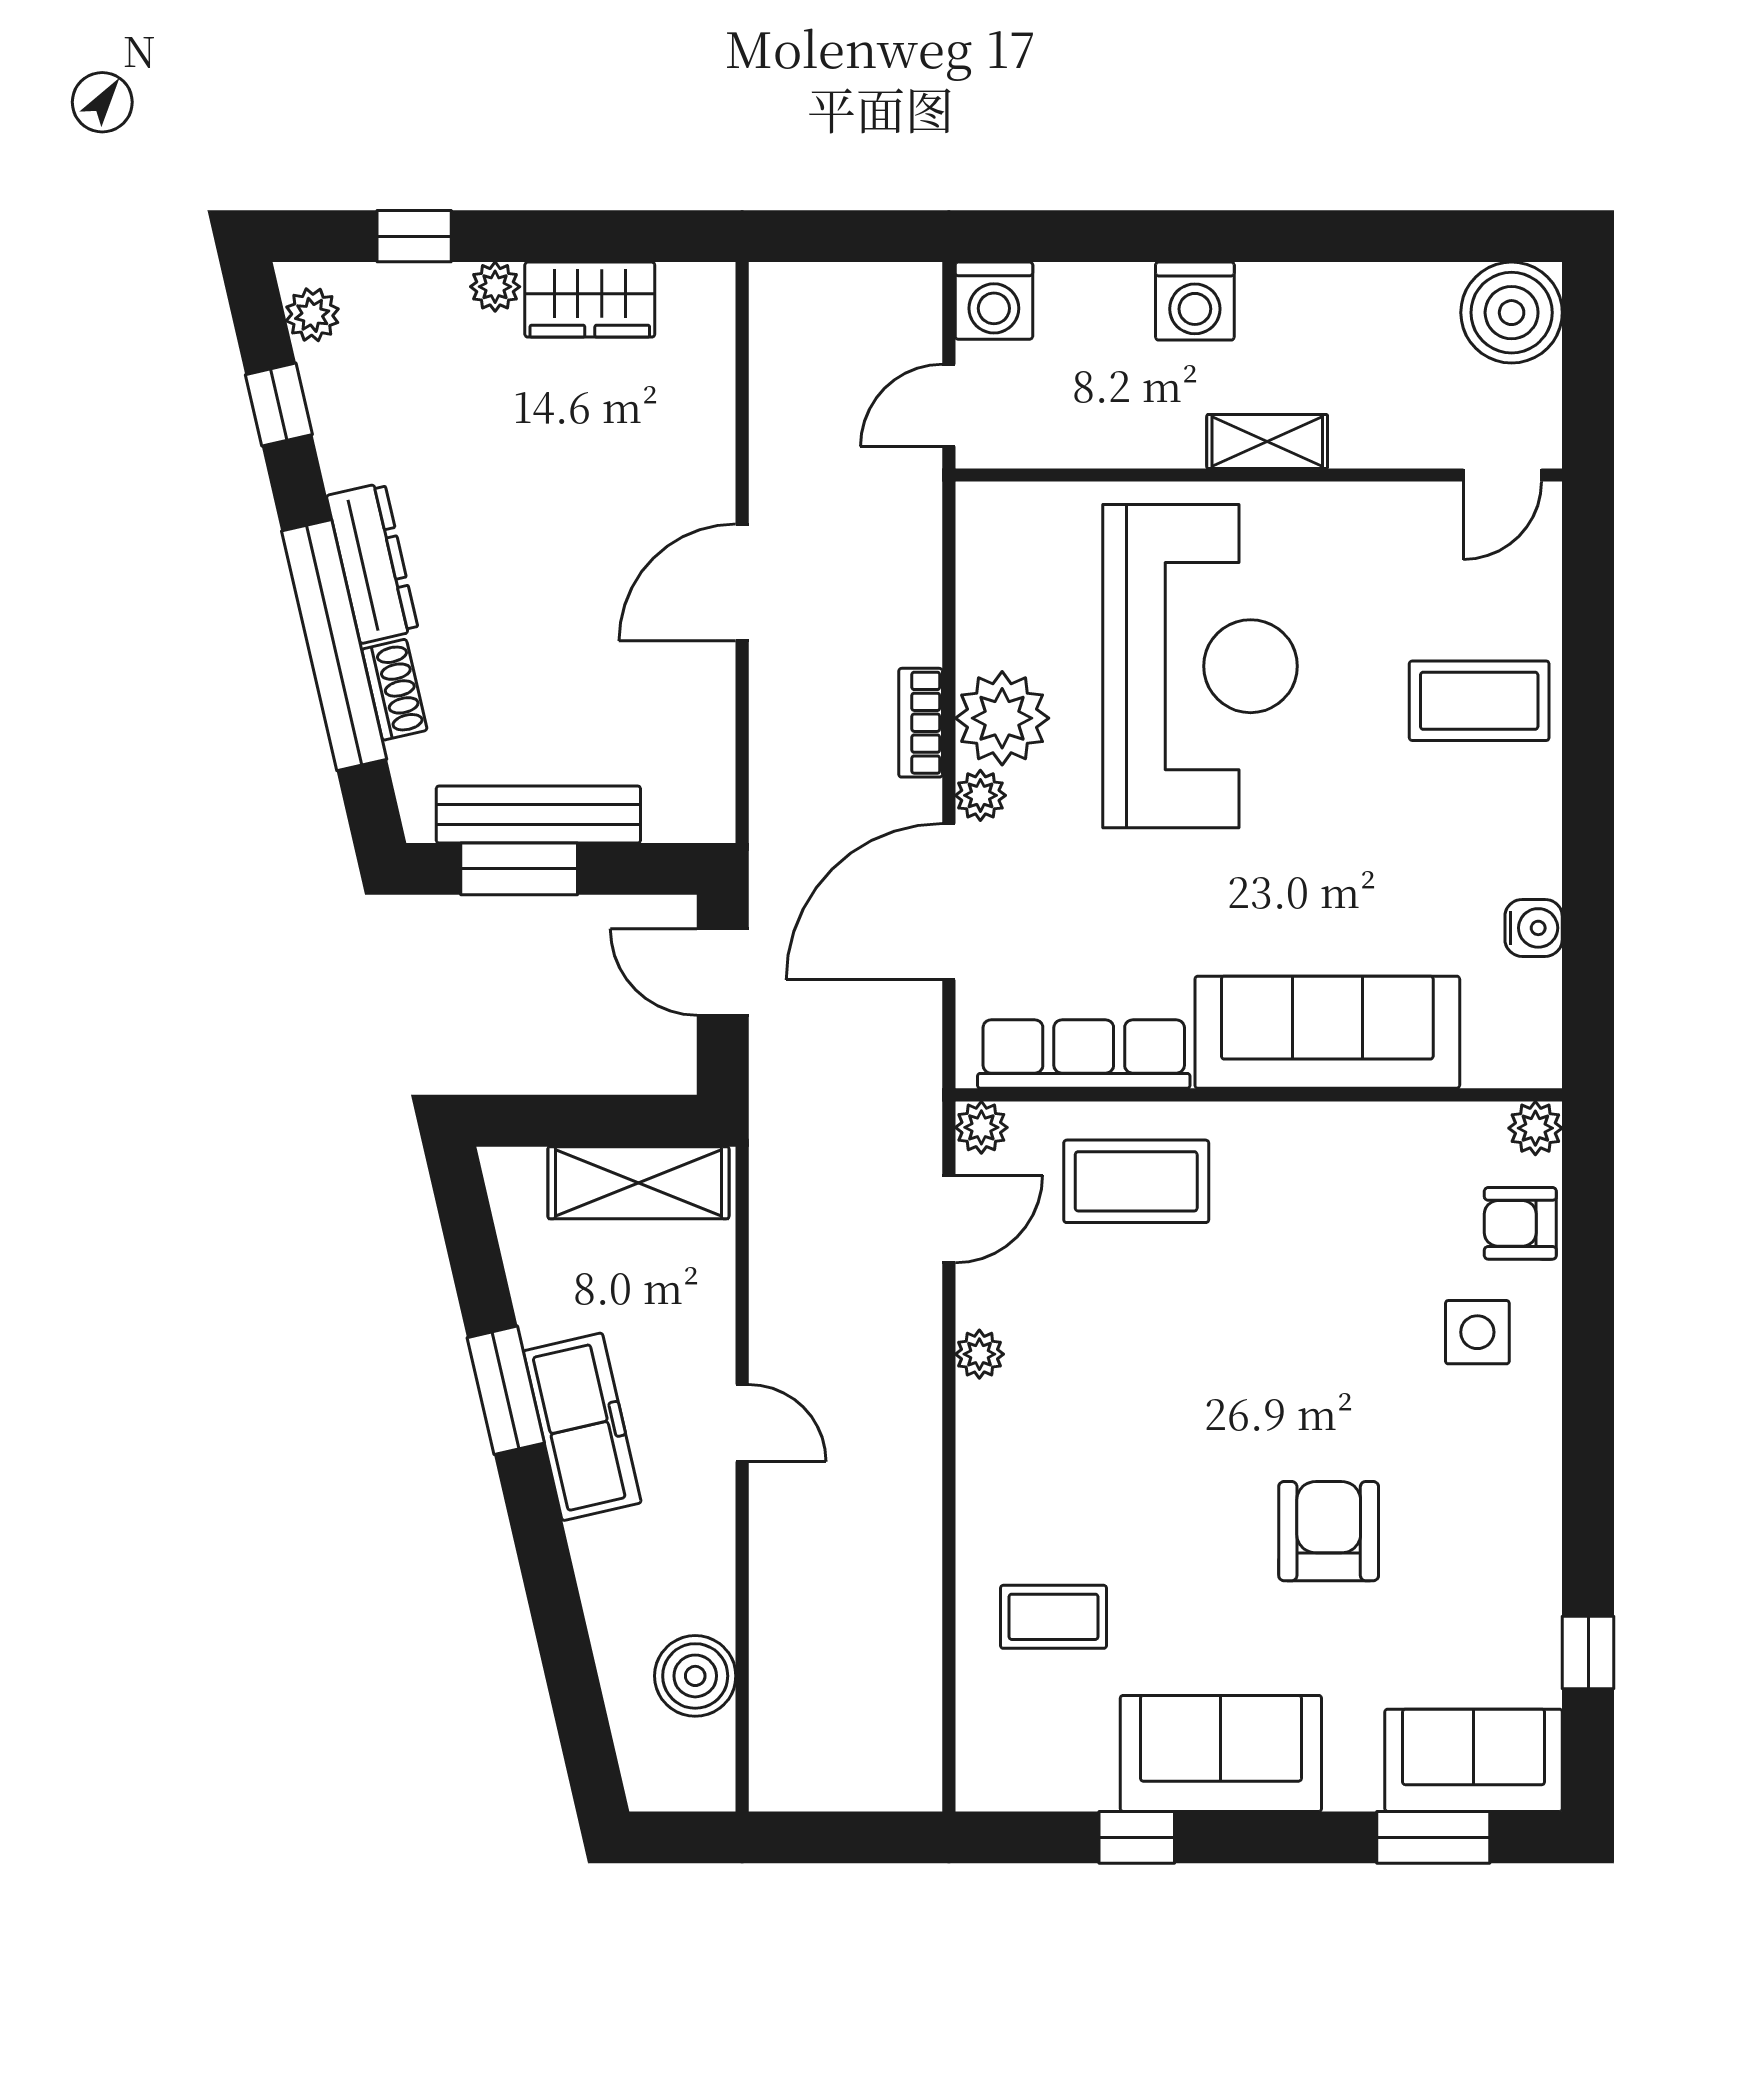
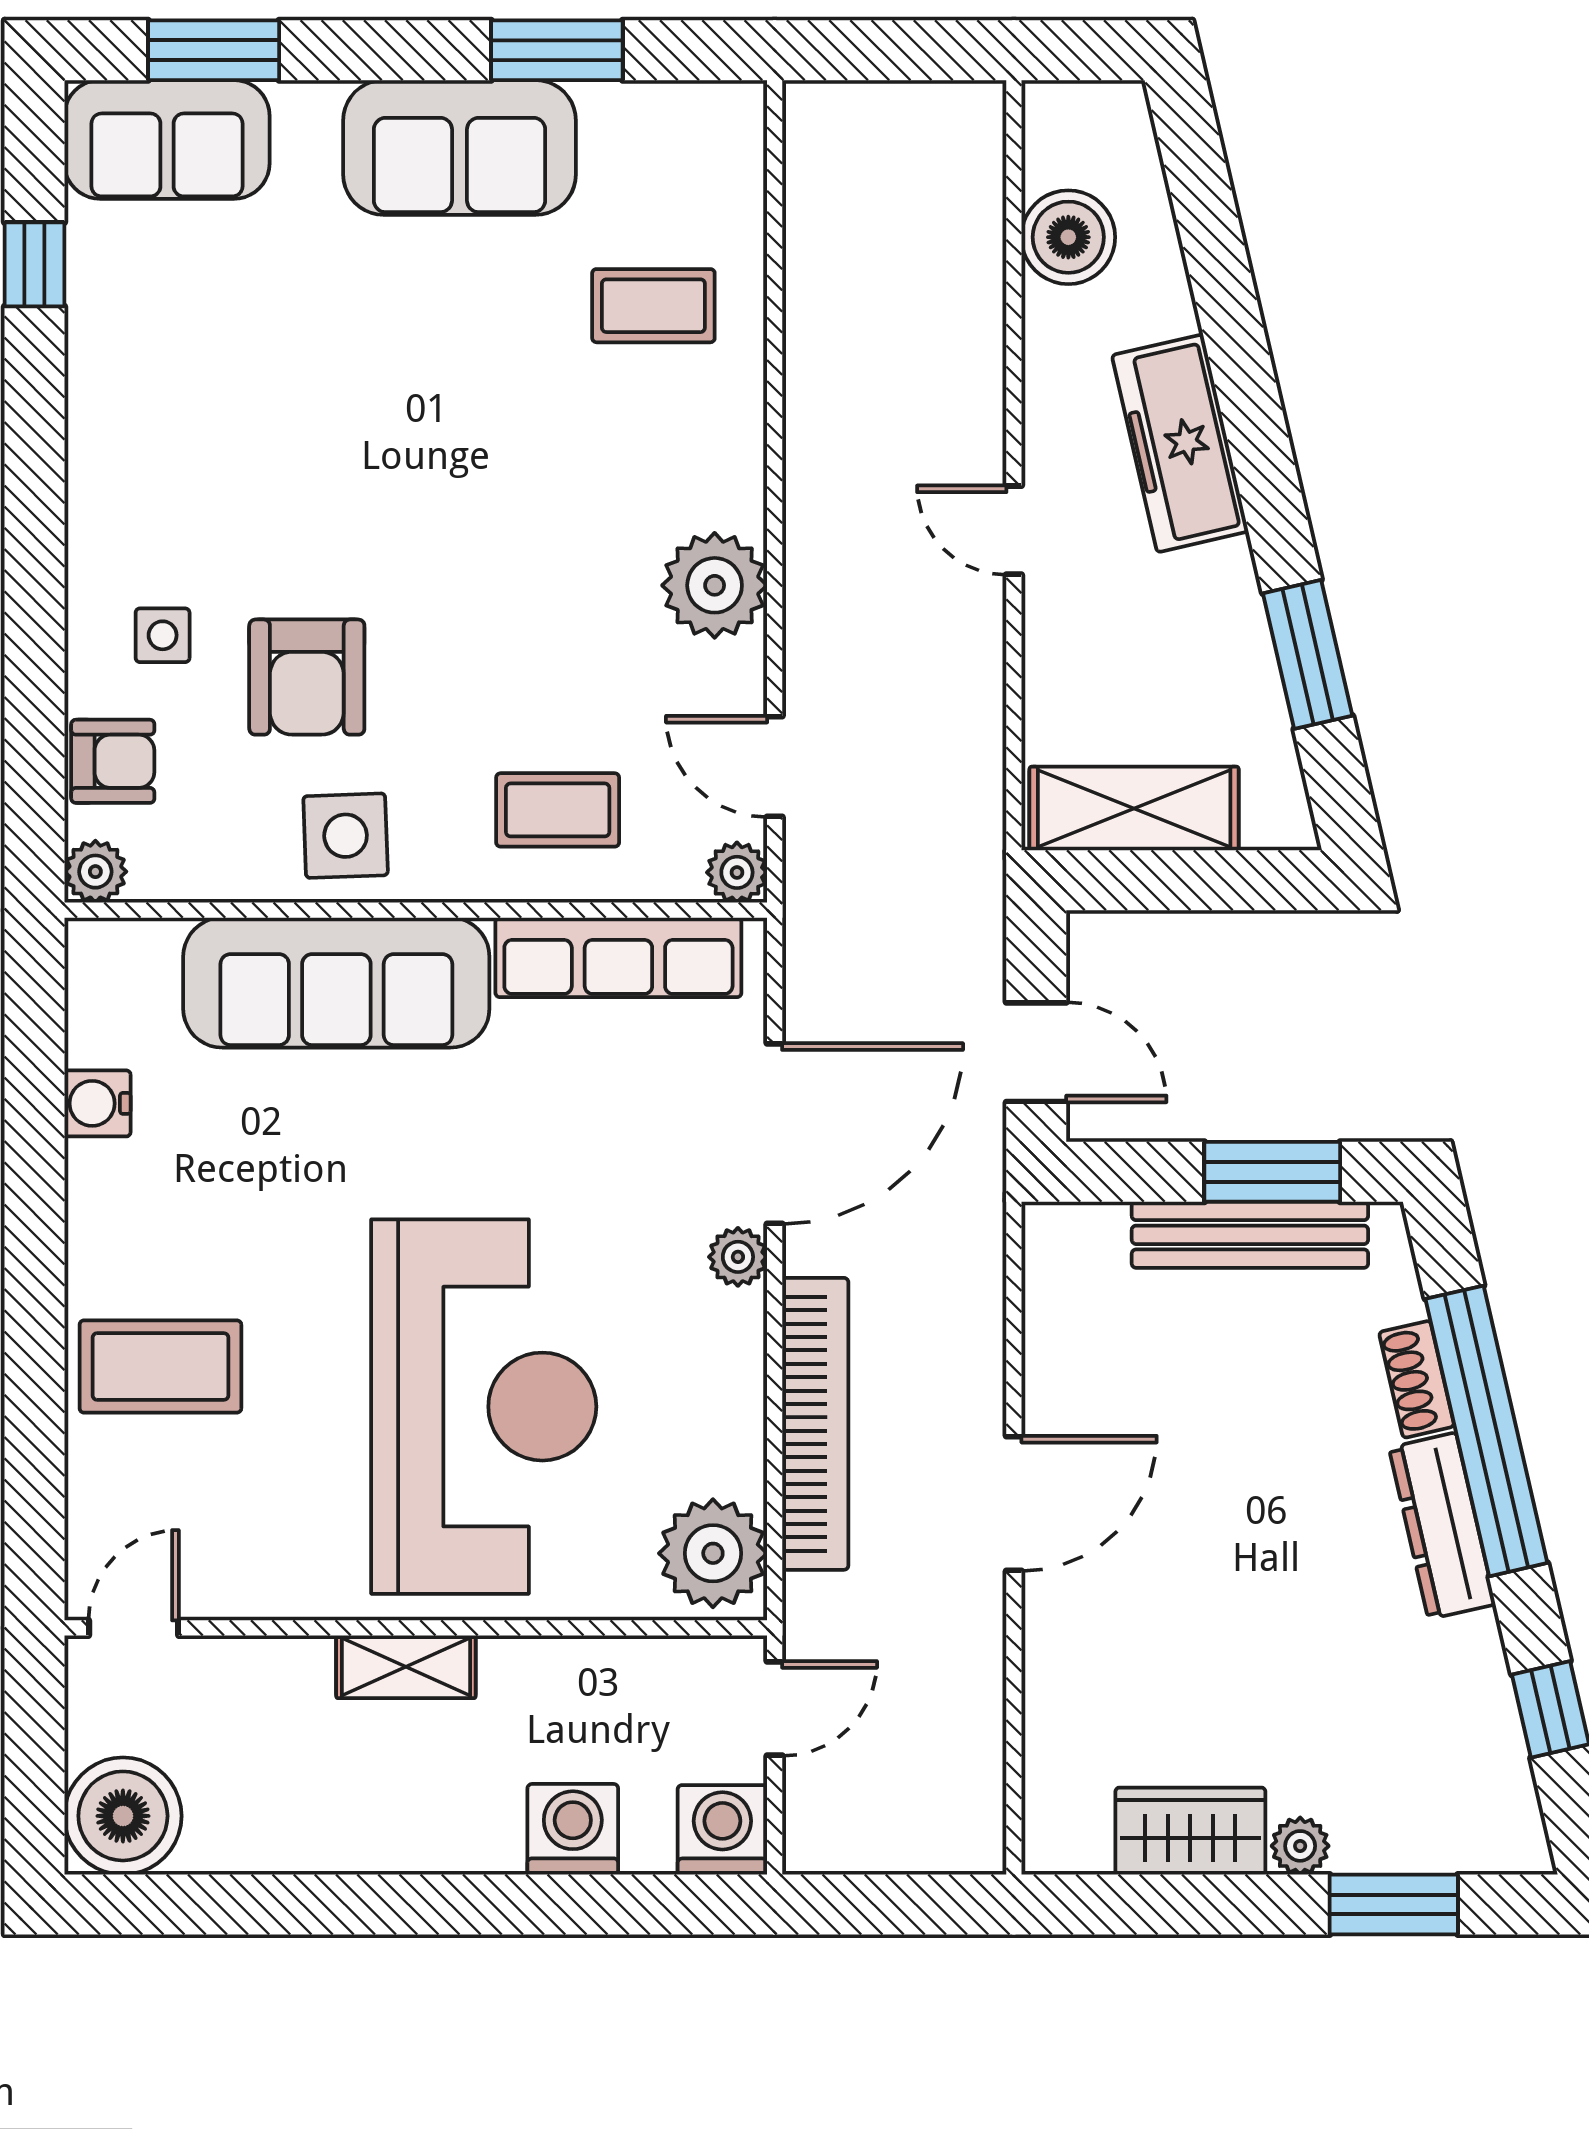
window: (414, 236) -> (1394, 1905), width x1.50
washing machine: (1195, 301) -> (573, 1829), moved
plant: (312, 315) -> (1512, 1813), removed
reception desk: (1200, 666) -> (484, 1407), turned 180
plant: (1002, 718) -> (713, 1553), moved
bookcase: (921, 723) -> (815, 1424), width x2.31, depth x1.31
side table: (1319, 1159) -> (346, 836), added
coffee table: (1136, 1181) -> (558, 810), width x0.73, depth x0.77
door: (949, 1219) -> (775, 766), hinge flipped
side table: (1477, 1332) -> (163, 635), width x0.73, depth x0.73
plant: (979, 1354) -> (715, 585), width x1.88, depth x1.88
window: (506, 1390) -> (1308, 654), moved
freezer: (582, 1427) -> (1180, 443), moved
armchair: (1329, 1531) -> (307, 677), moved
window: (1137, 1837) -> (557, 50), width x1.50

